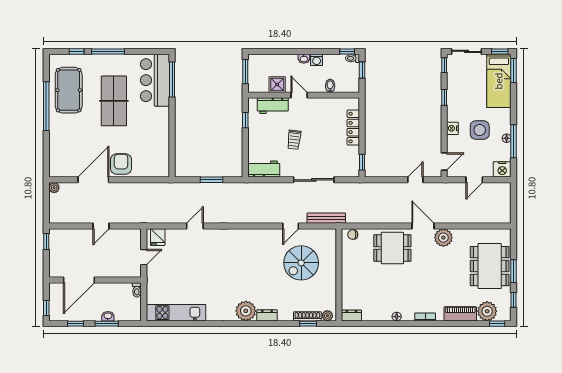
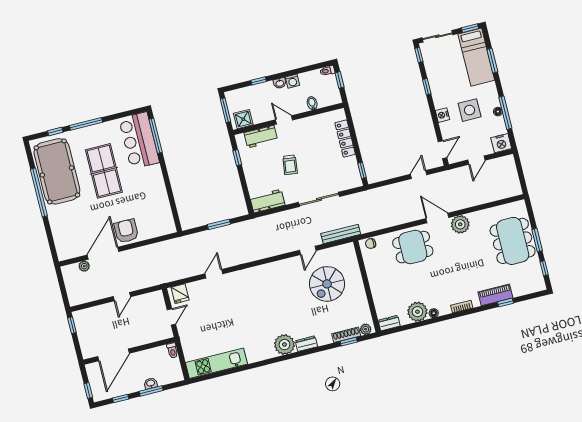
window: (347, 51) -> (259, 81), moved
window: (513, 70) -> (492, 61), moved
shower: (277, 85) -> (243, 119), moved
pool table: (69, 90) -> (57, 171), width x1.36, depth x1.32
plant: (54, 188) -> (84, 266), moved
plant: (487, 311) -> (417, 312), moved
window: (497, 324) -> (505, 303), moved

